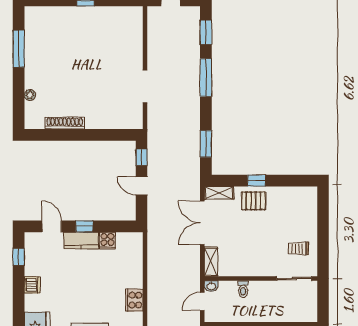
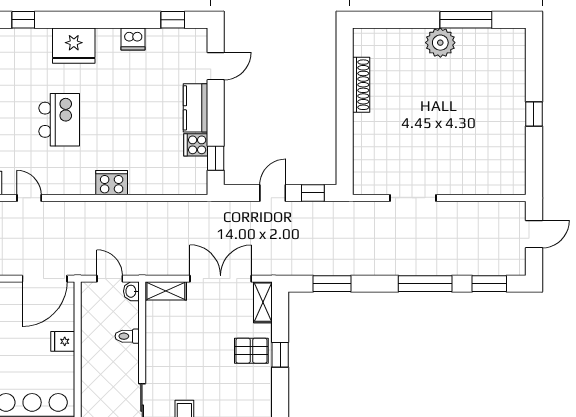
plant: (30, 95) -> (440, 43), moved, width x1.87, depth x1.87
pallet: (253, 201) -> (251, 351), turned 90
window: (84, 226) -> (216, 158), moved

